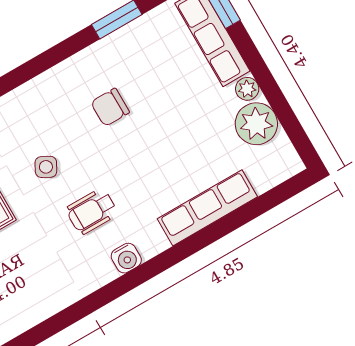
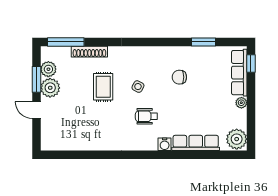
plant: (256, 124) -> (237, 139), moved
water cooler: (126, 258) -> (165, 144), moved

